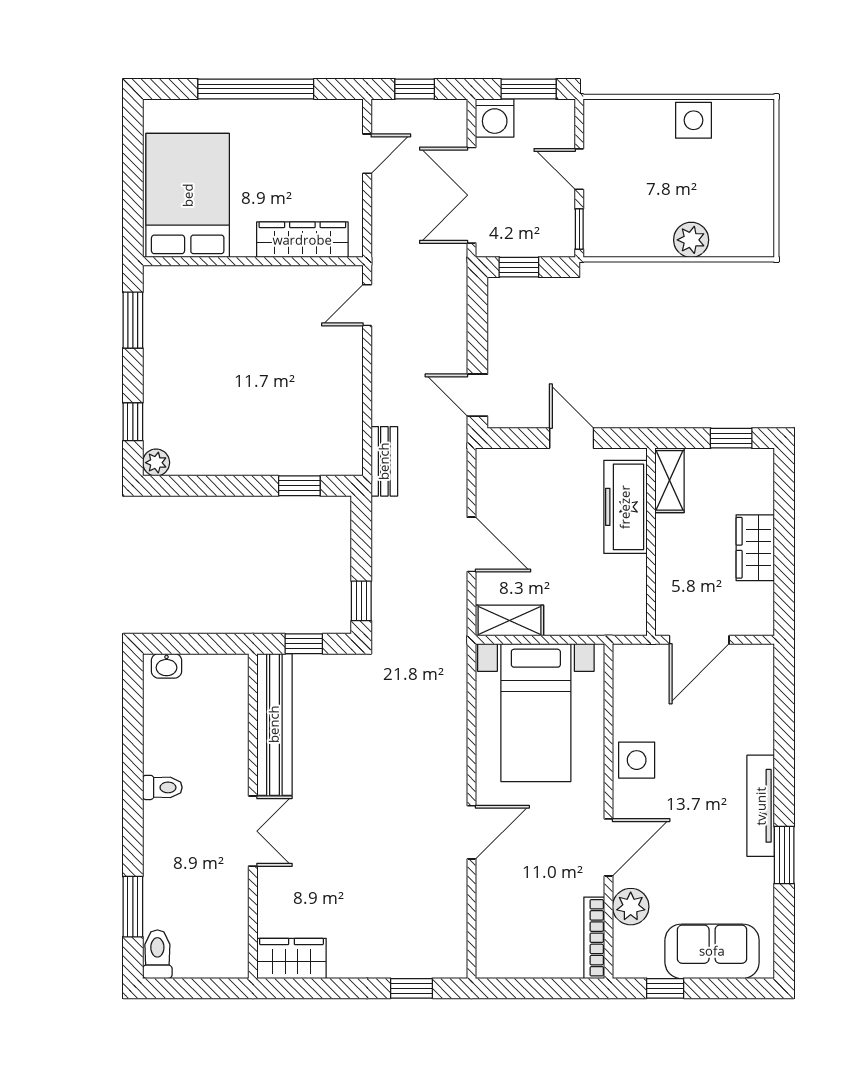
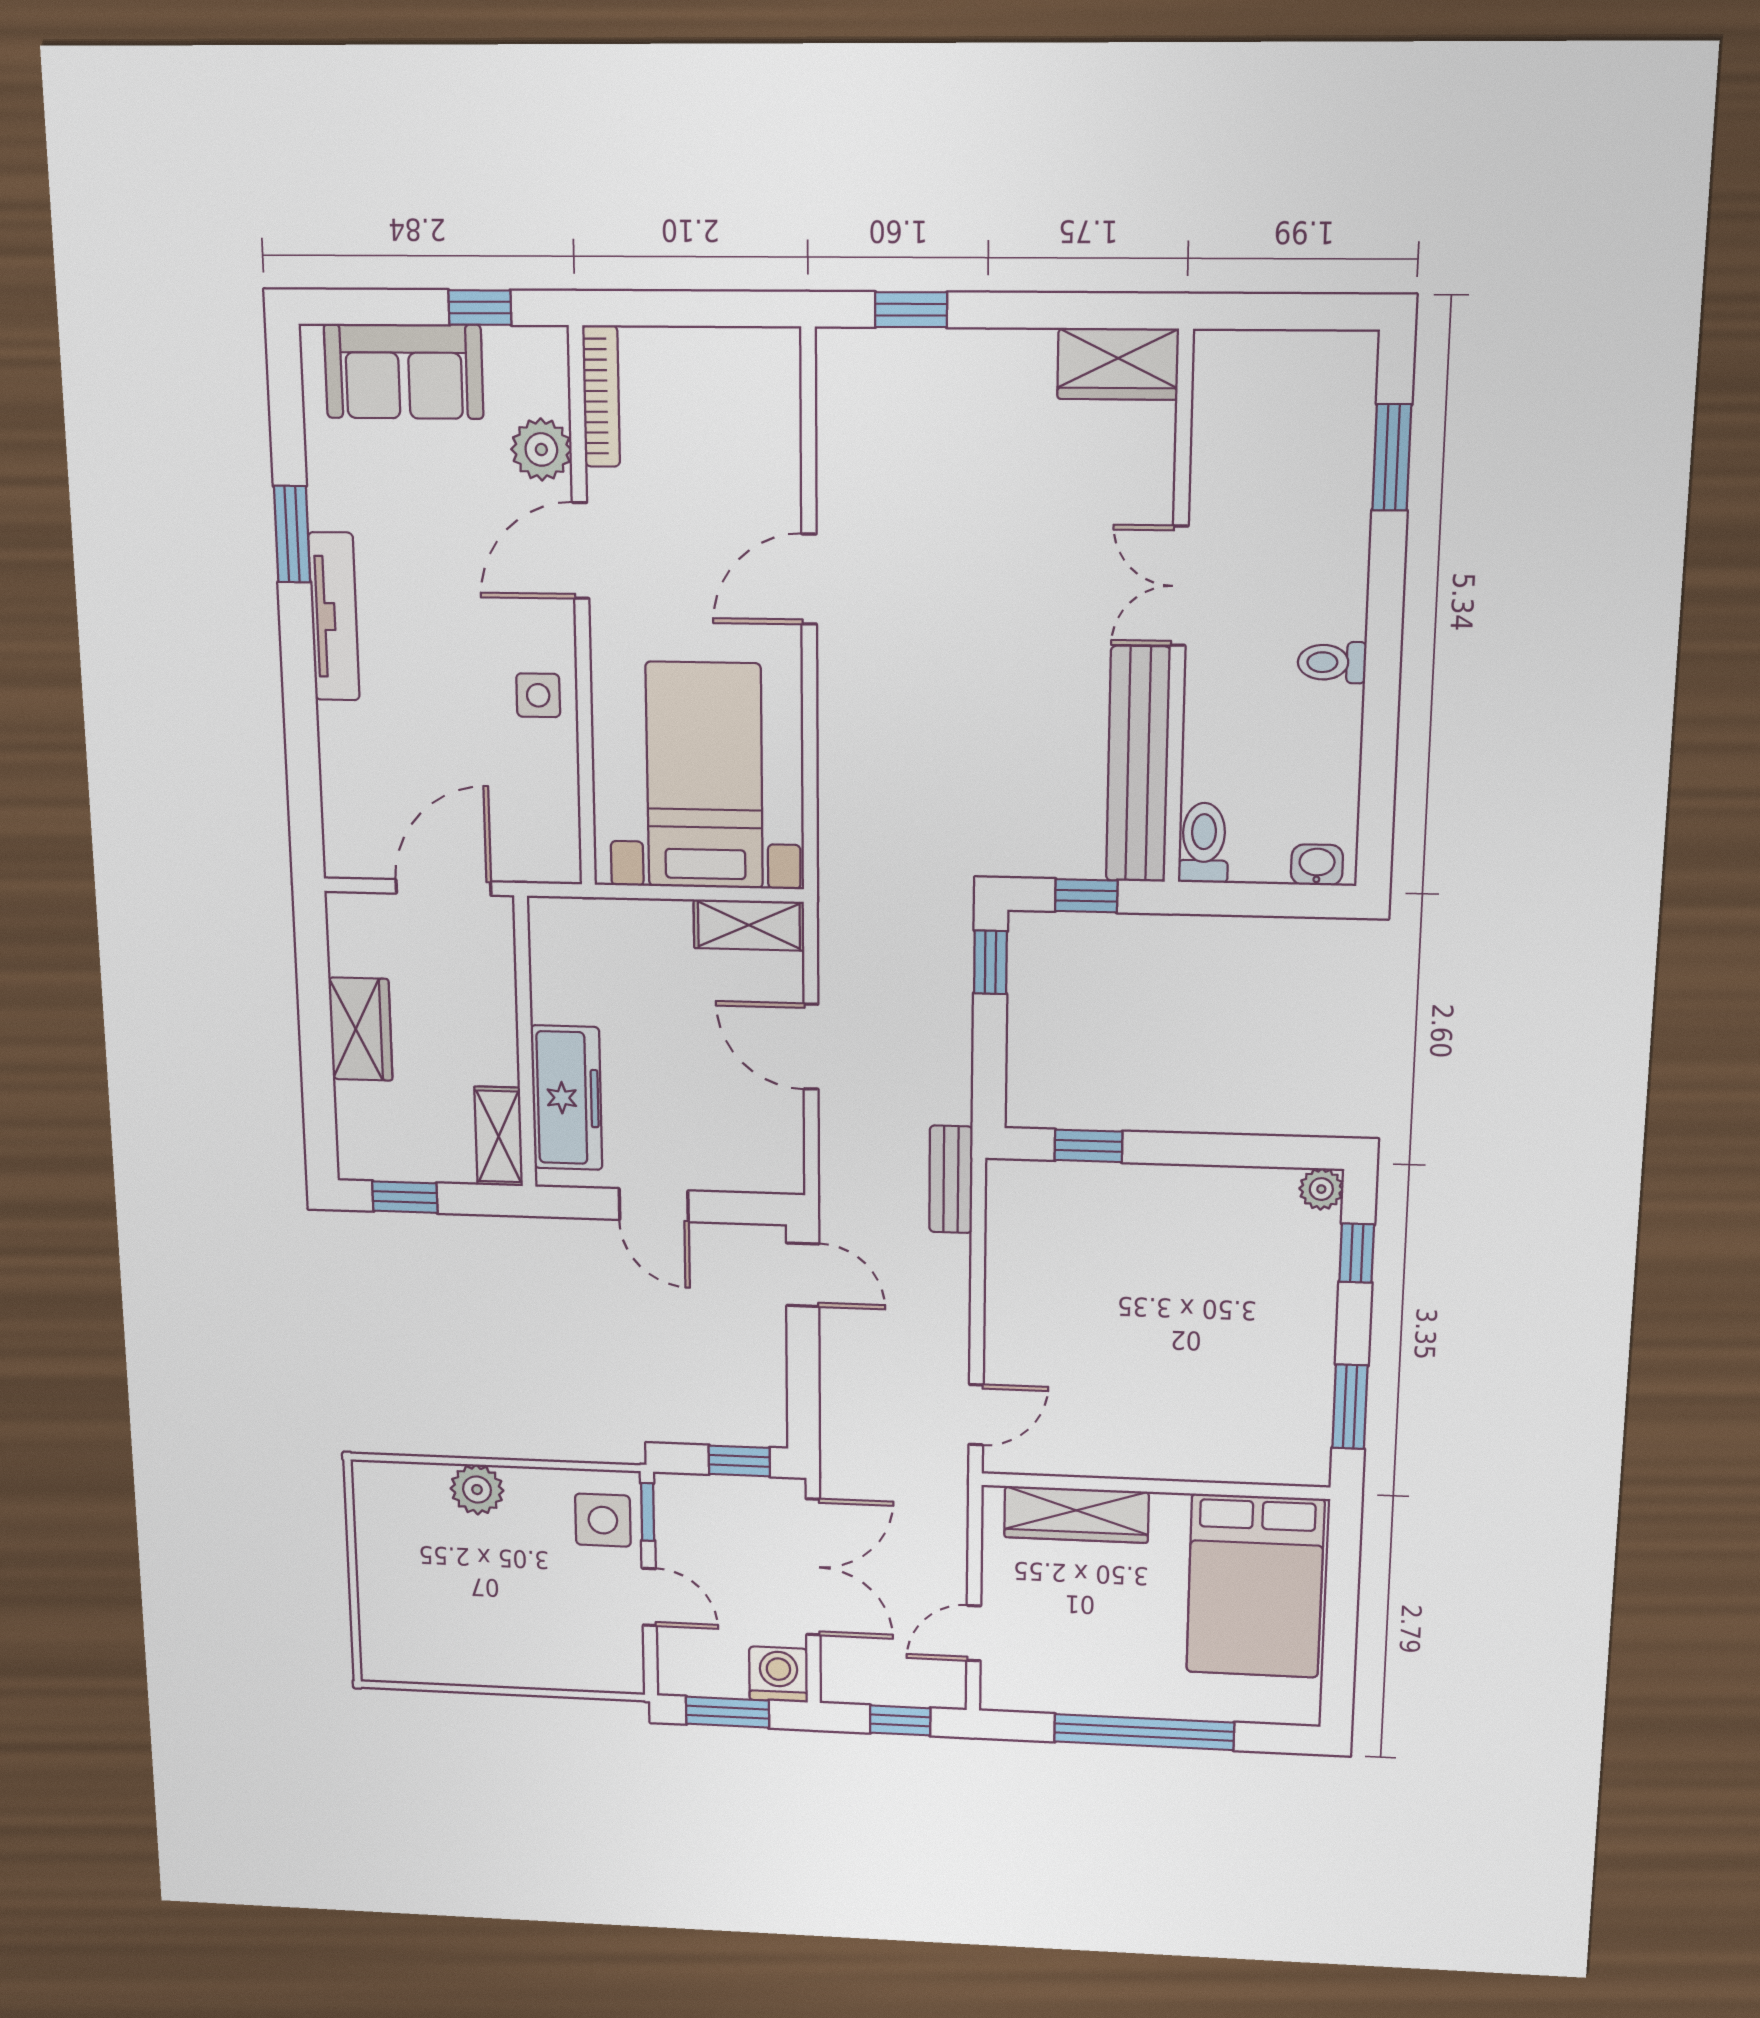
side table: (694, 120) -> (603, 1520), moved
side table: (637, 760) -> (538, 695), width x0.73, depth x0.73
toilet: (157, 954) -> (1204, 843), moved, turned 180

